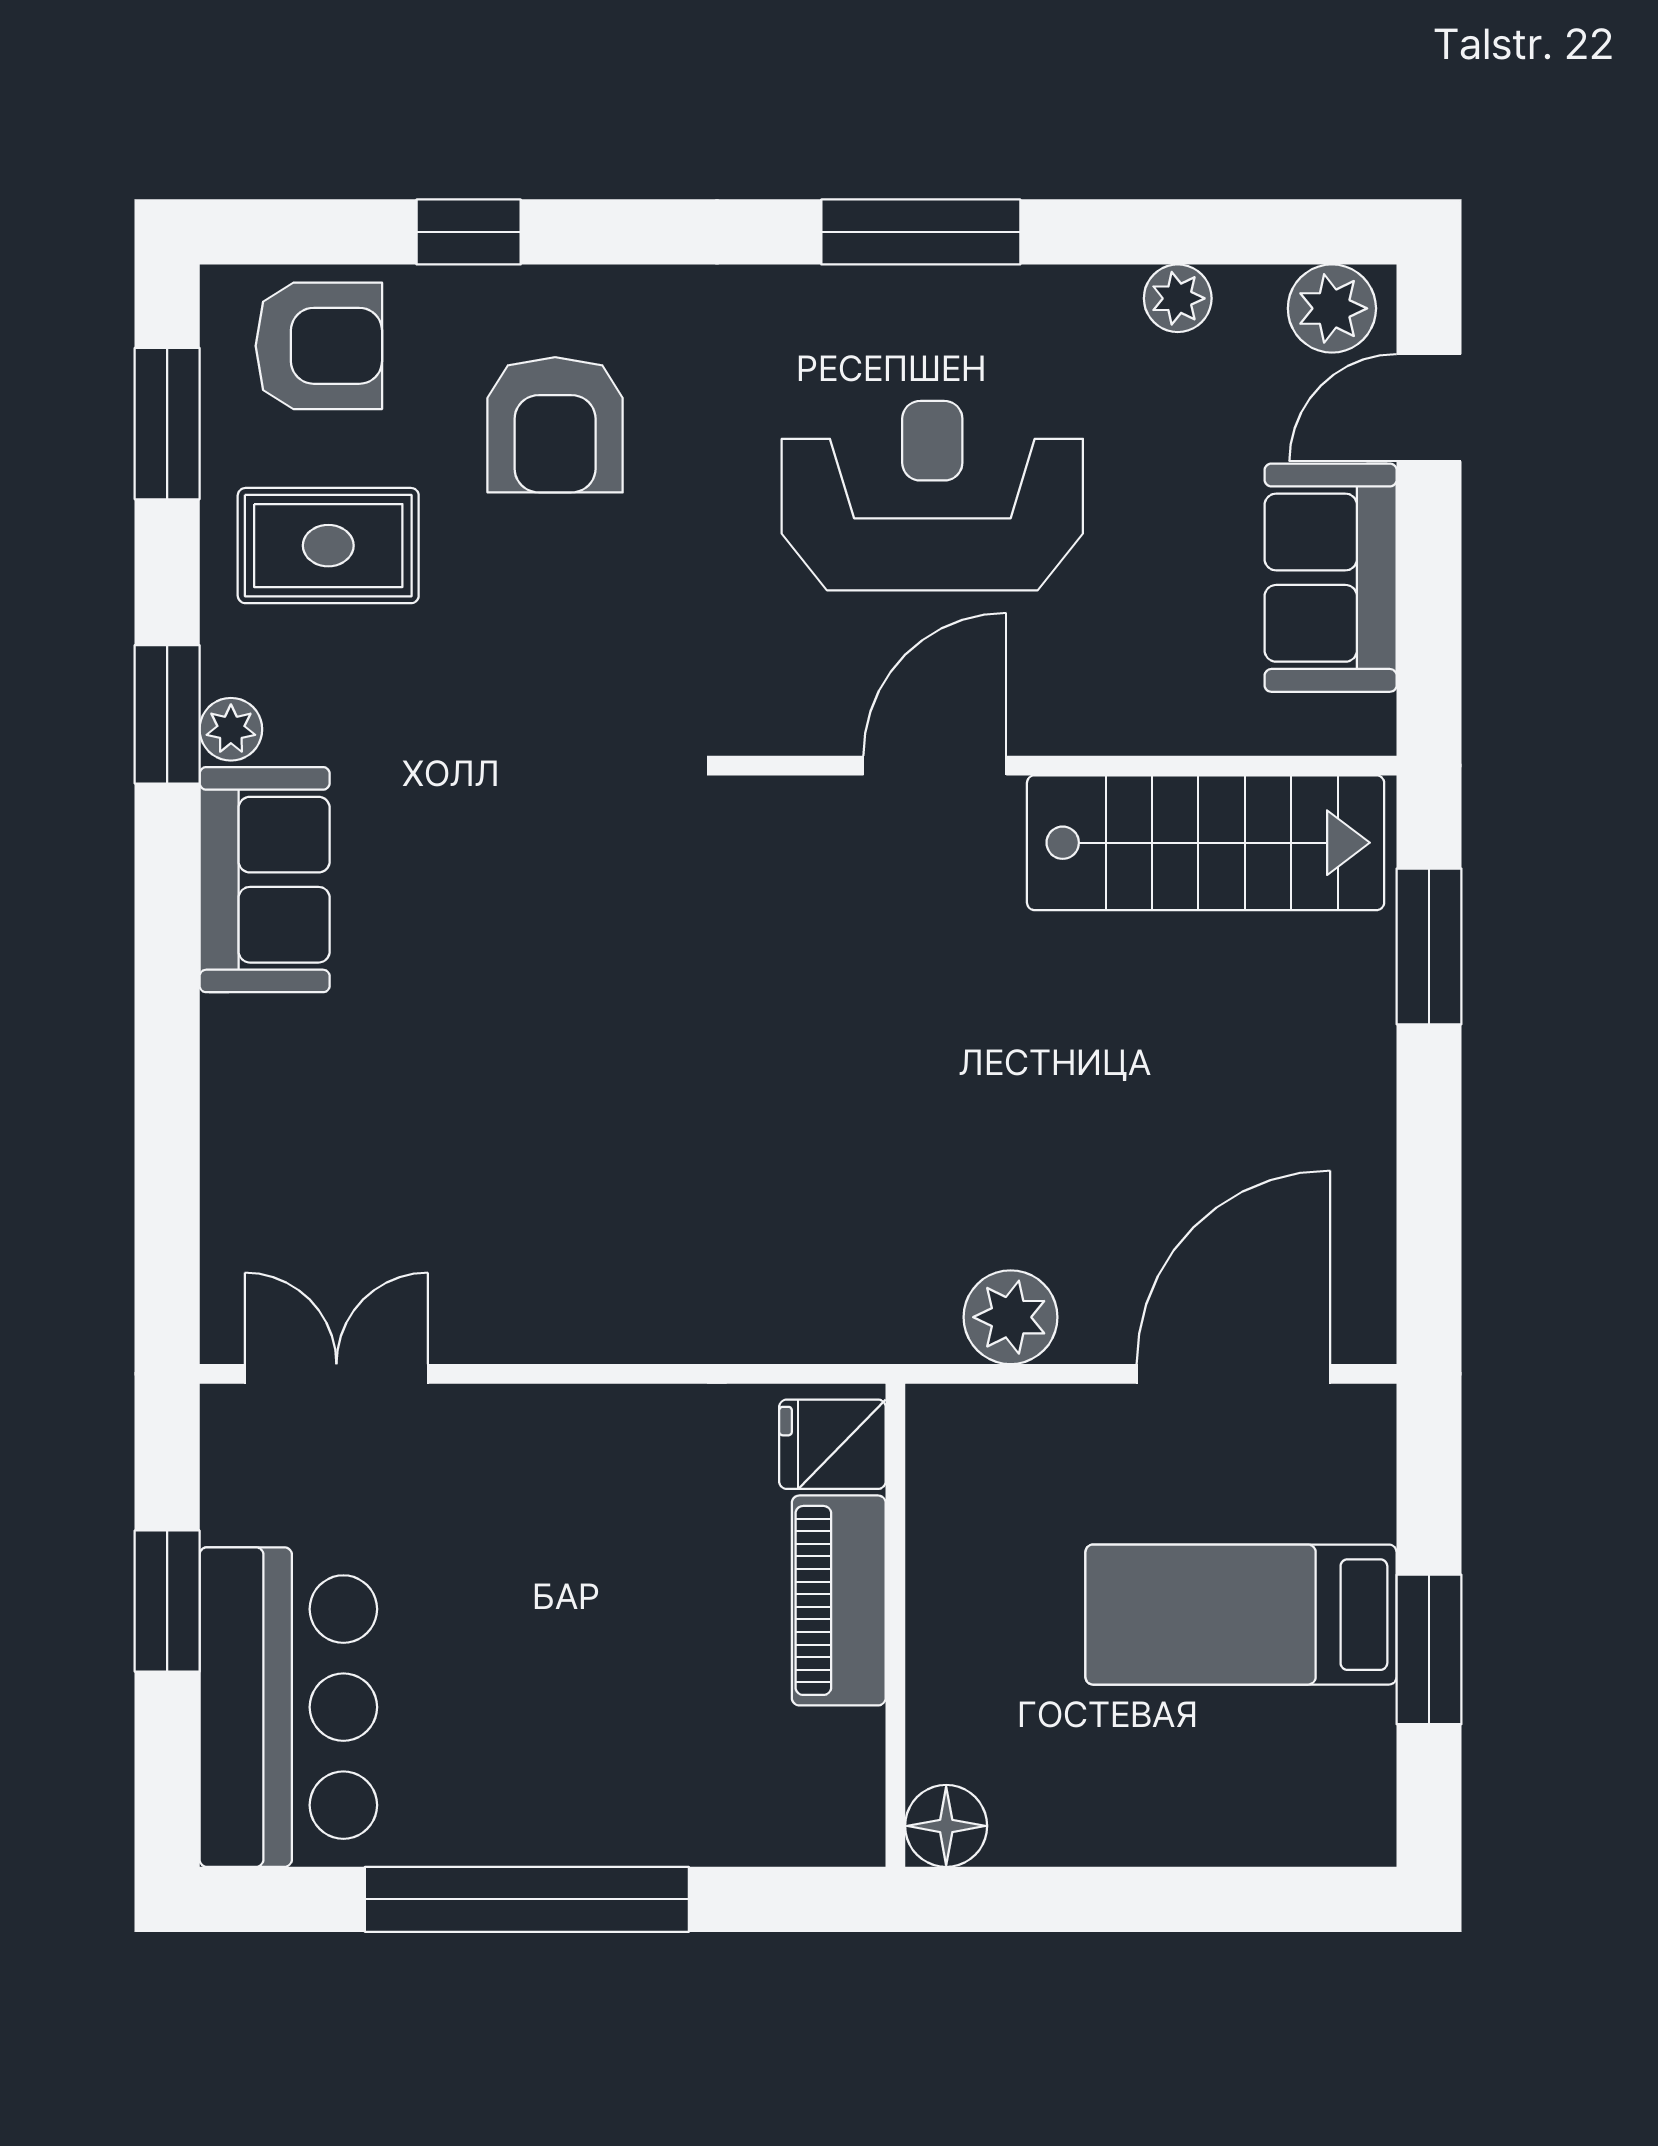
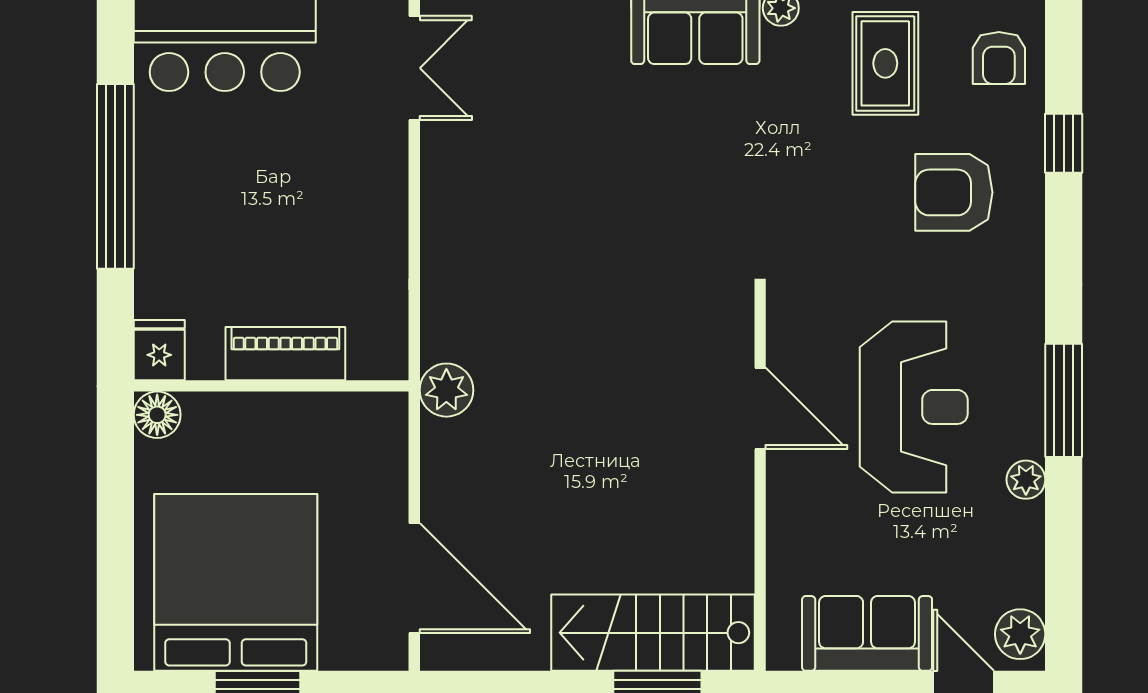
plant: (1178, 298) -> (1026, 480), moved
armchair: (319, 346) -> (999, 58), width x0.72, depth x0.72
stairs: (1206, 843) -> (653, 633), moved, turned 90
plant: (1011, 1317) -> (446, 390), moved
fridge: (832, 1444) -> (159, 350), moved
bed: (1241, 1615) -> (236, 582), width x2.04

